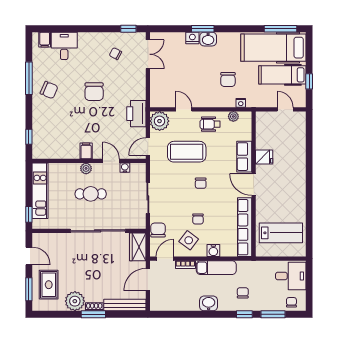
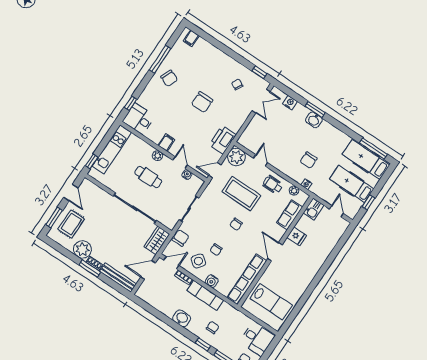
nightstand: (192, 38) -> (290, 103), moved
desk: (64, 46) -> (139, 119), moved, turned -90
hospital bed: (273, 48) -> (366, 160), width x0.73, depth x0.78
kitchen sink: (263, 121) -> (314, 209), added
row of seats: (244, 157) -> (290, 215), moved

